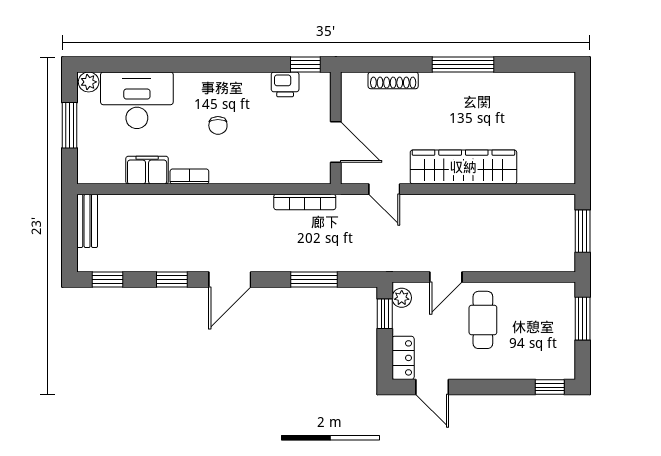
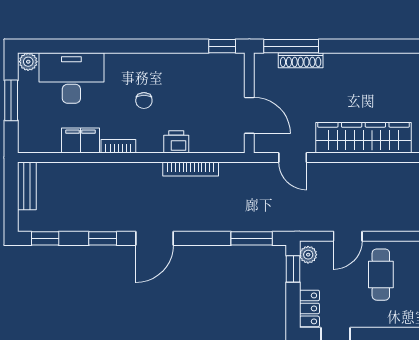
window: (463, 65) -> (291, 46), moved
printer: (285, 84) -> (176, 142), moved, turned 180
bookcase: (305, 202) -> (191, 169), moved
window: (314, 280) -> (252, 238), moved

